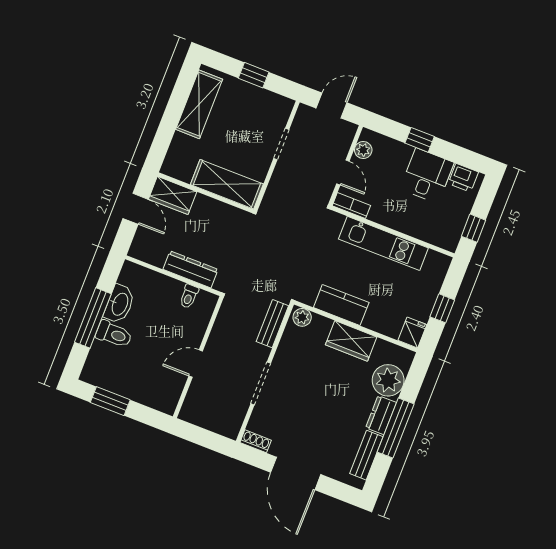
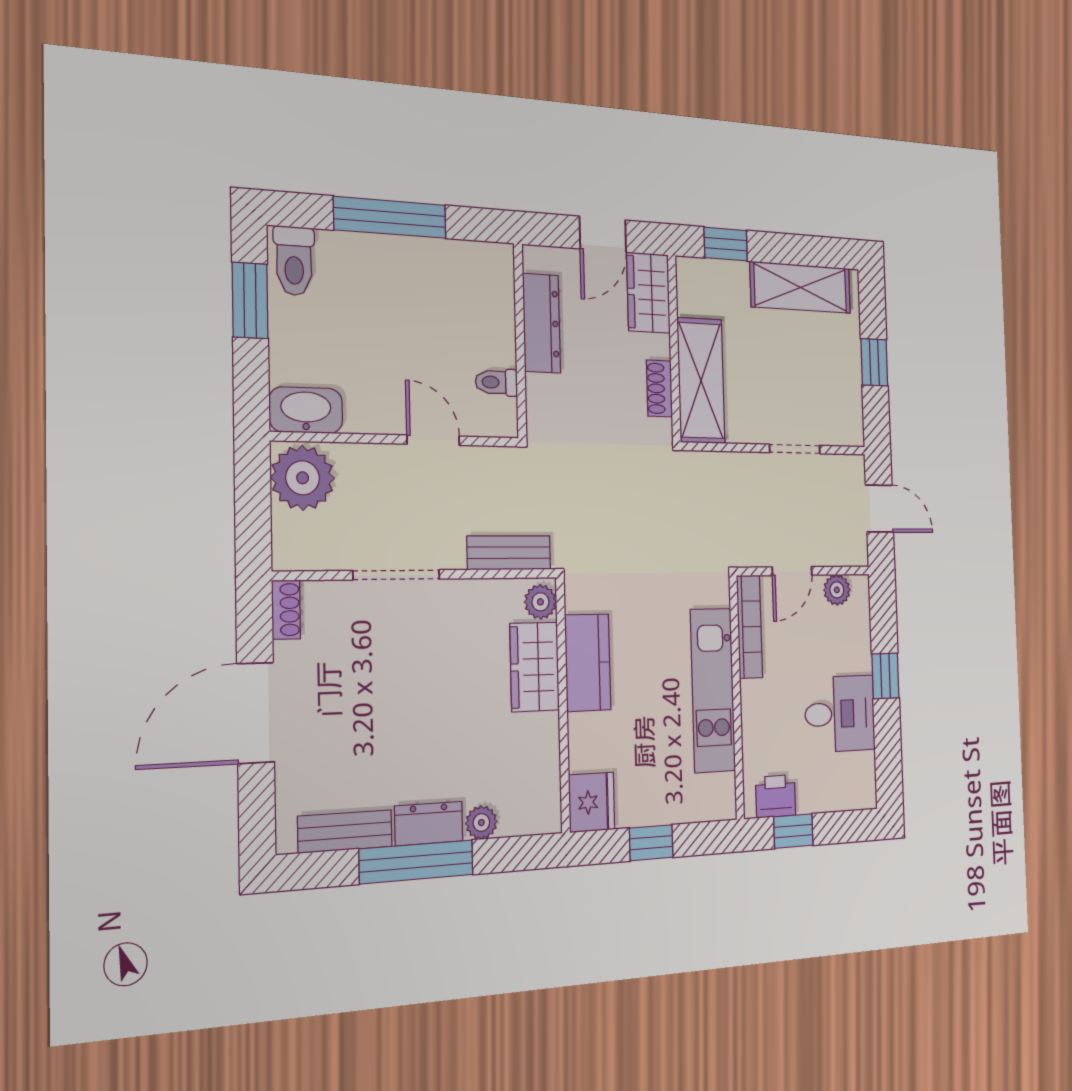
window: (162, 140) -> (726, 244), added
printer: (463, 178) -> (776, 796), moved, turned 90
bookcase: (351, 206) -> (750, 627), width x1.56
shoe rack: (223, 210) -> (659, 388), added
dresser: (191, 269) -> (541, 323), moved
washbasin: (119, 304) -> (306, 410), moved, turned 180
fridge: (412, 333) -> (592, 802), width x1.38
toilet: (114, 334) -> (294, 261), moved
wardrobe: (351, 341) -> (535, 667), moved
door: (196, 364) -> (433, 440), moved
plant: (388, 380) -> (481, 823), width x0.53, depth x0.53
plant: (199, 410) -> (303, 478), added

